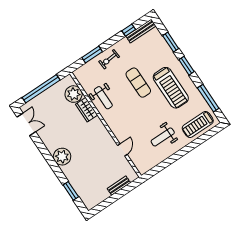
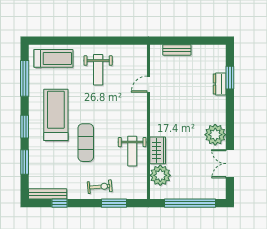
weight bench: (103, 98) -> (132, 151), turned 180
double door: (26, 124) -> (230, 164), moved
weight bench: (163, 137) -> (98, 70), turned 90
plant: (62, 157) -> (215, 135), moved
dresser: (75, 182) -> (220, 84), added

